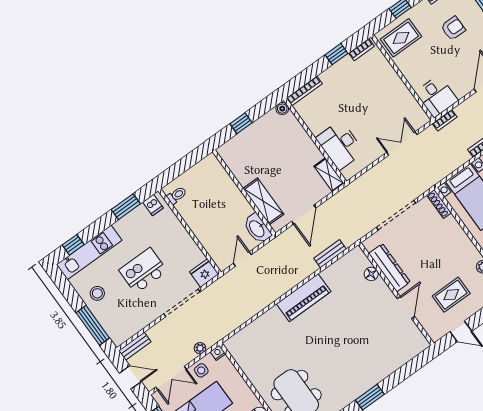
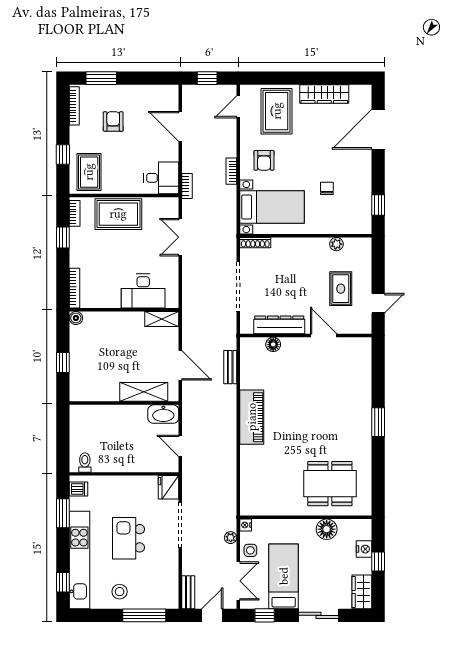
rug: (385, 84) -> (118, 214), added
kitchen unit: (89, 252) -> (79, 560), width x1.36

